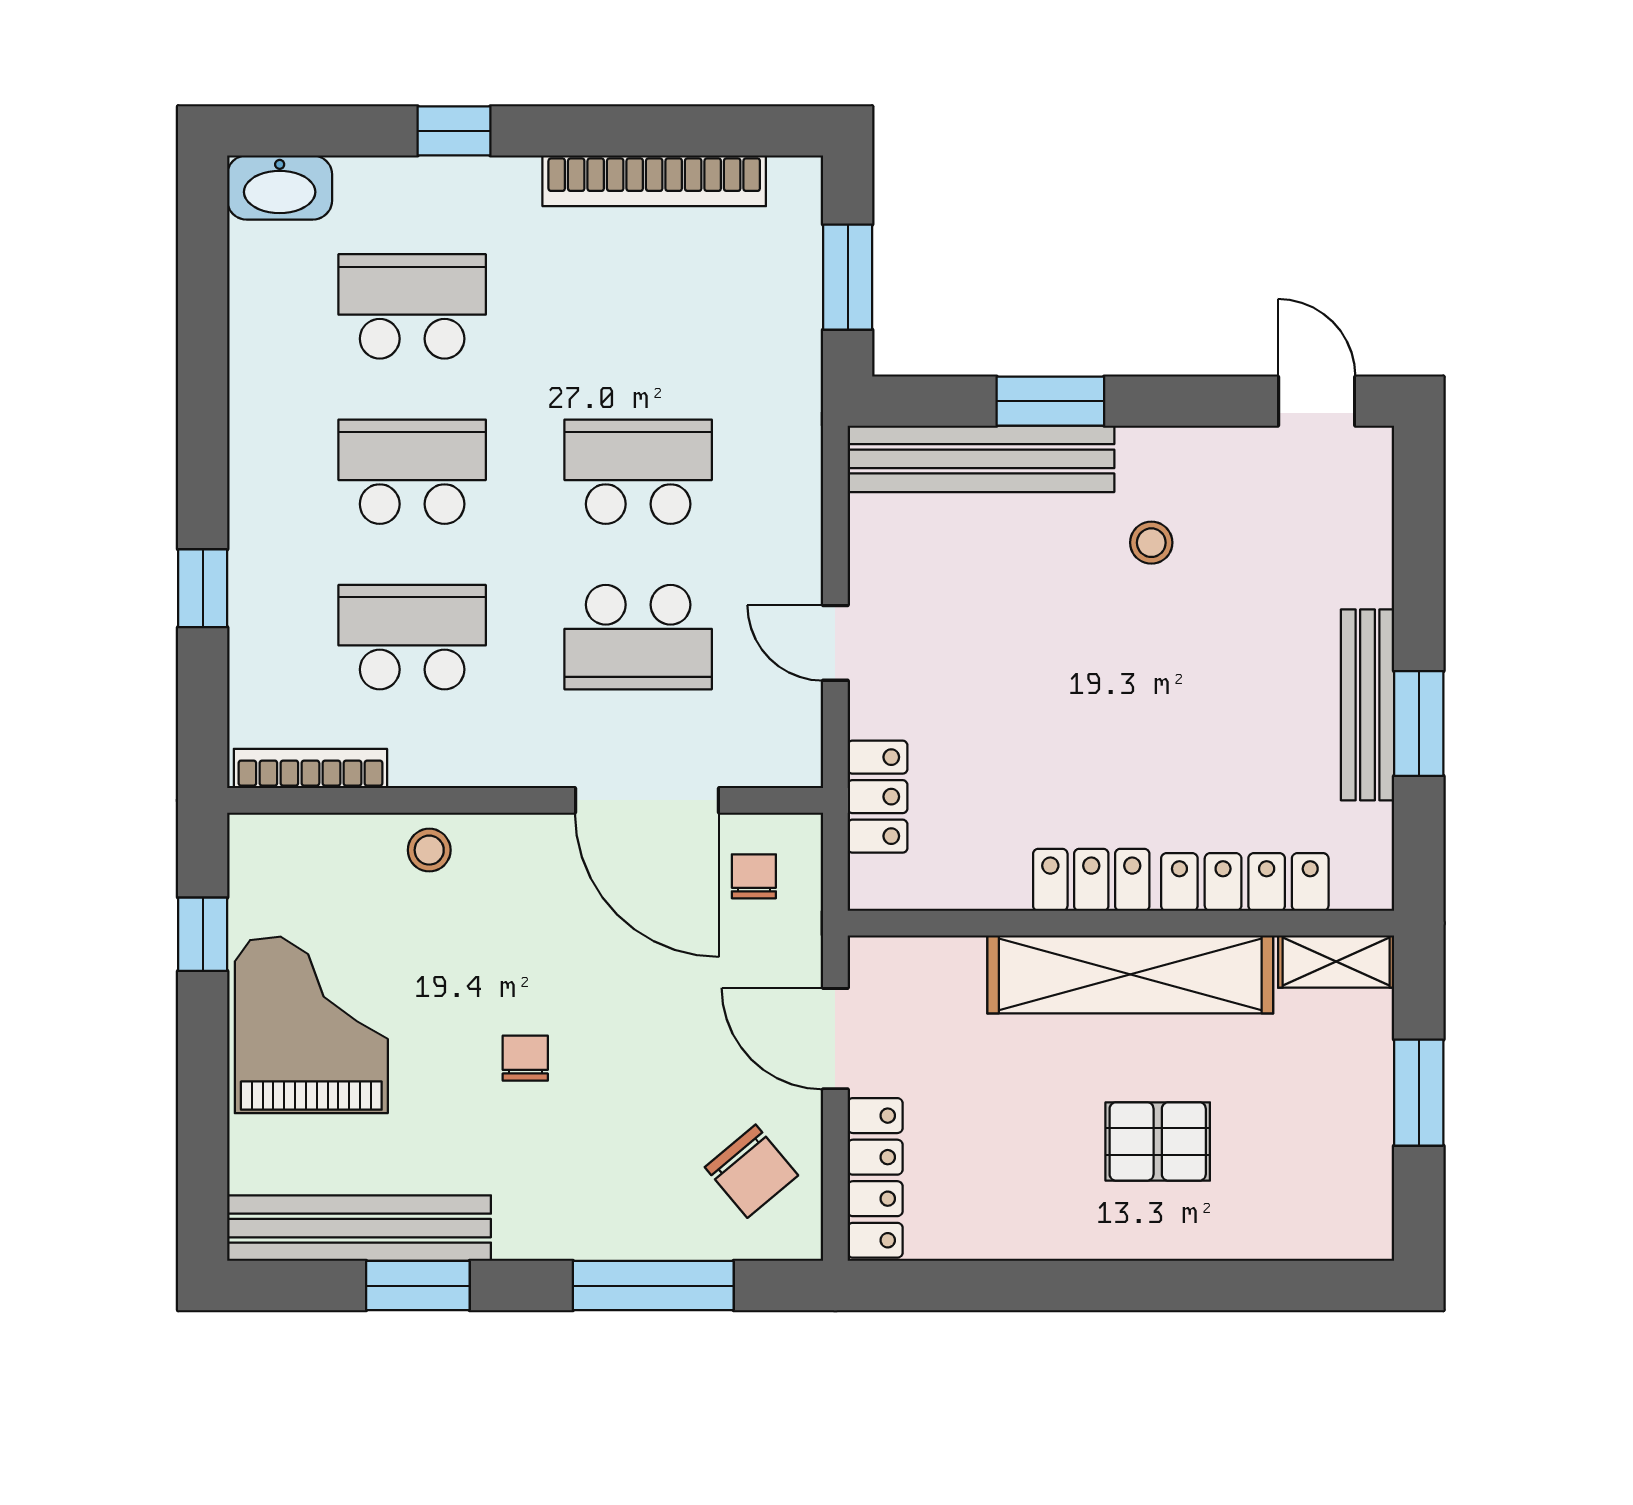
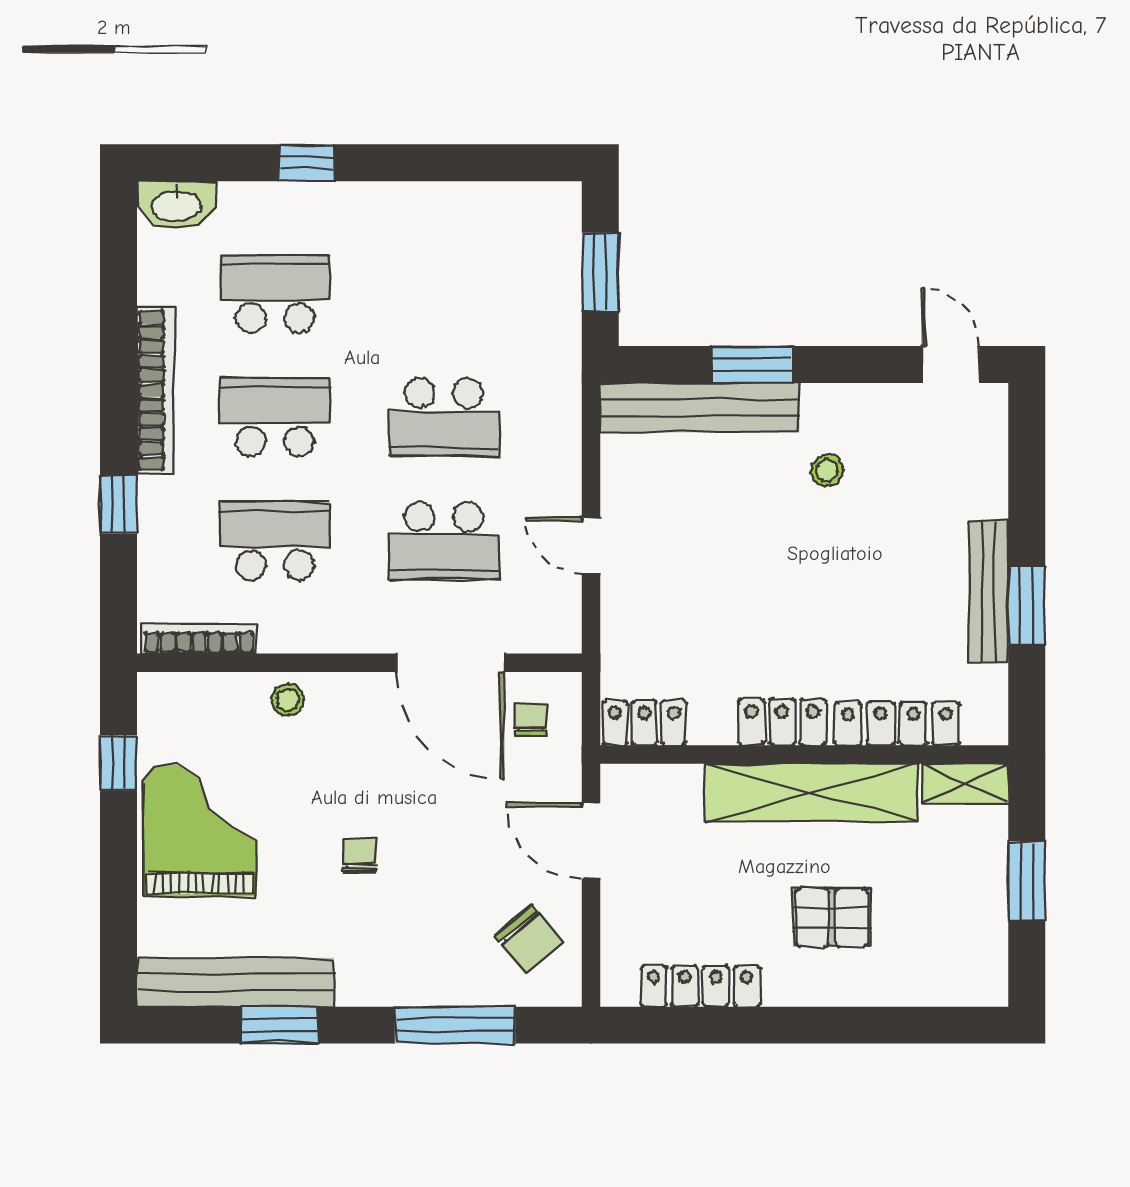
bookcase: (654, 181) -> (156, 391), moved, turned -90
school desk: (638, 472) -> (444, 417), turned 180
locker: (878, 797) -> (644, 723), moved, turned -90
locker: (875, 1178) -> (700, 986), moved, turned -90

